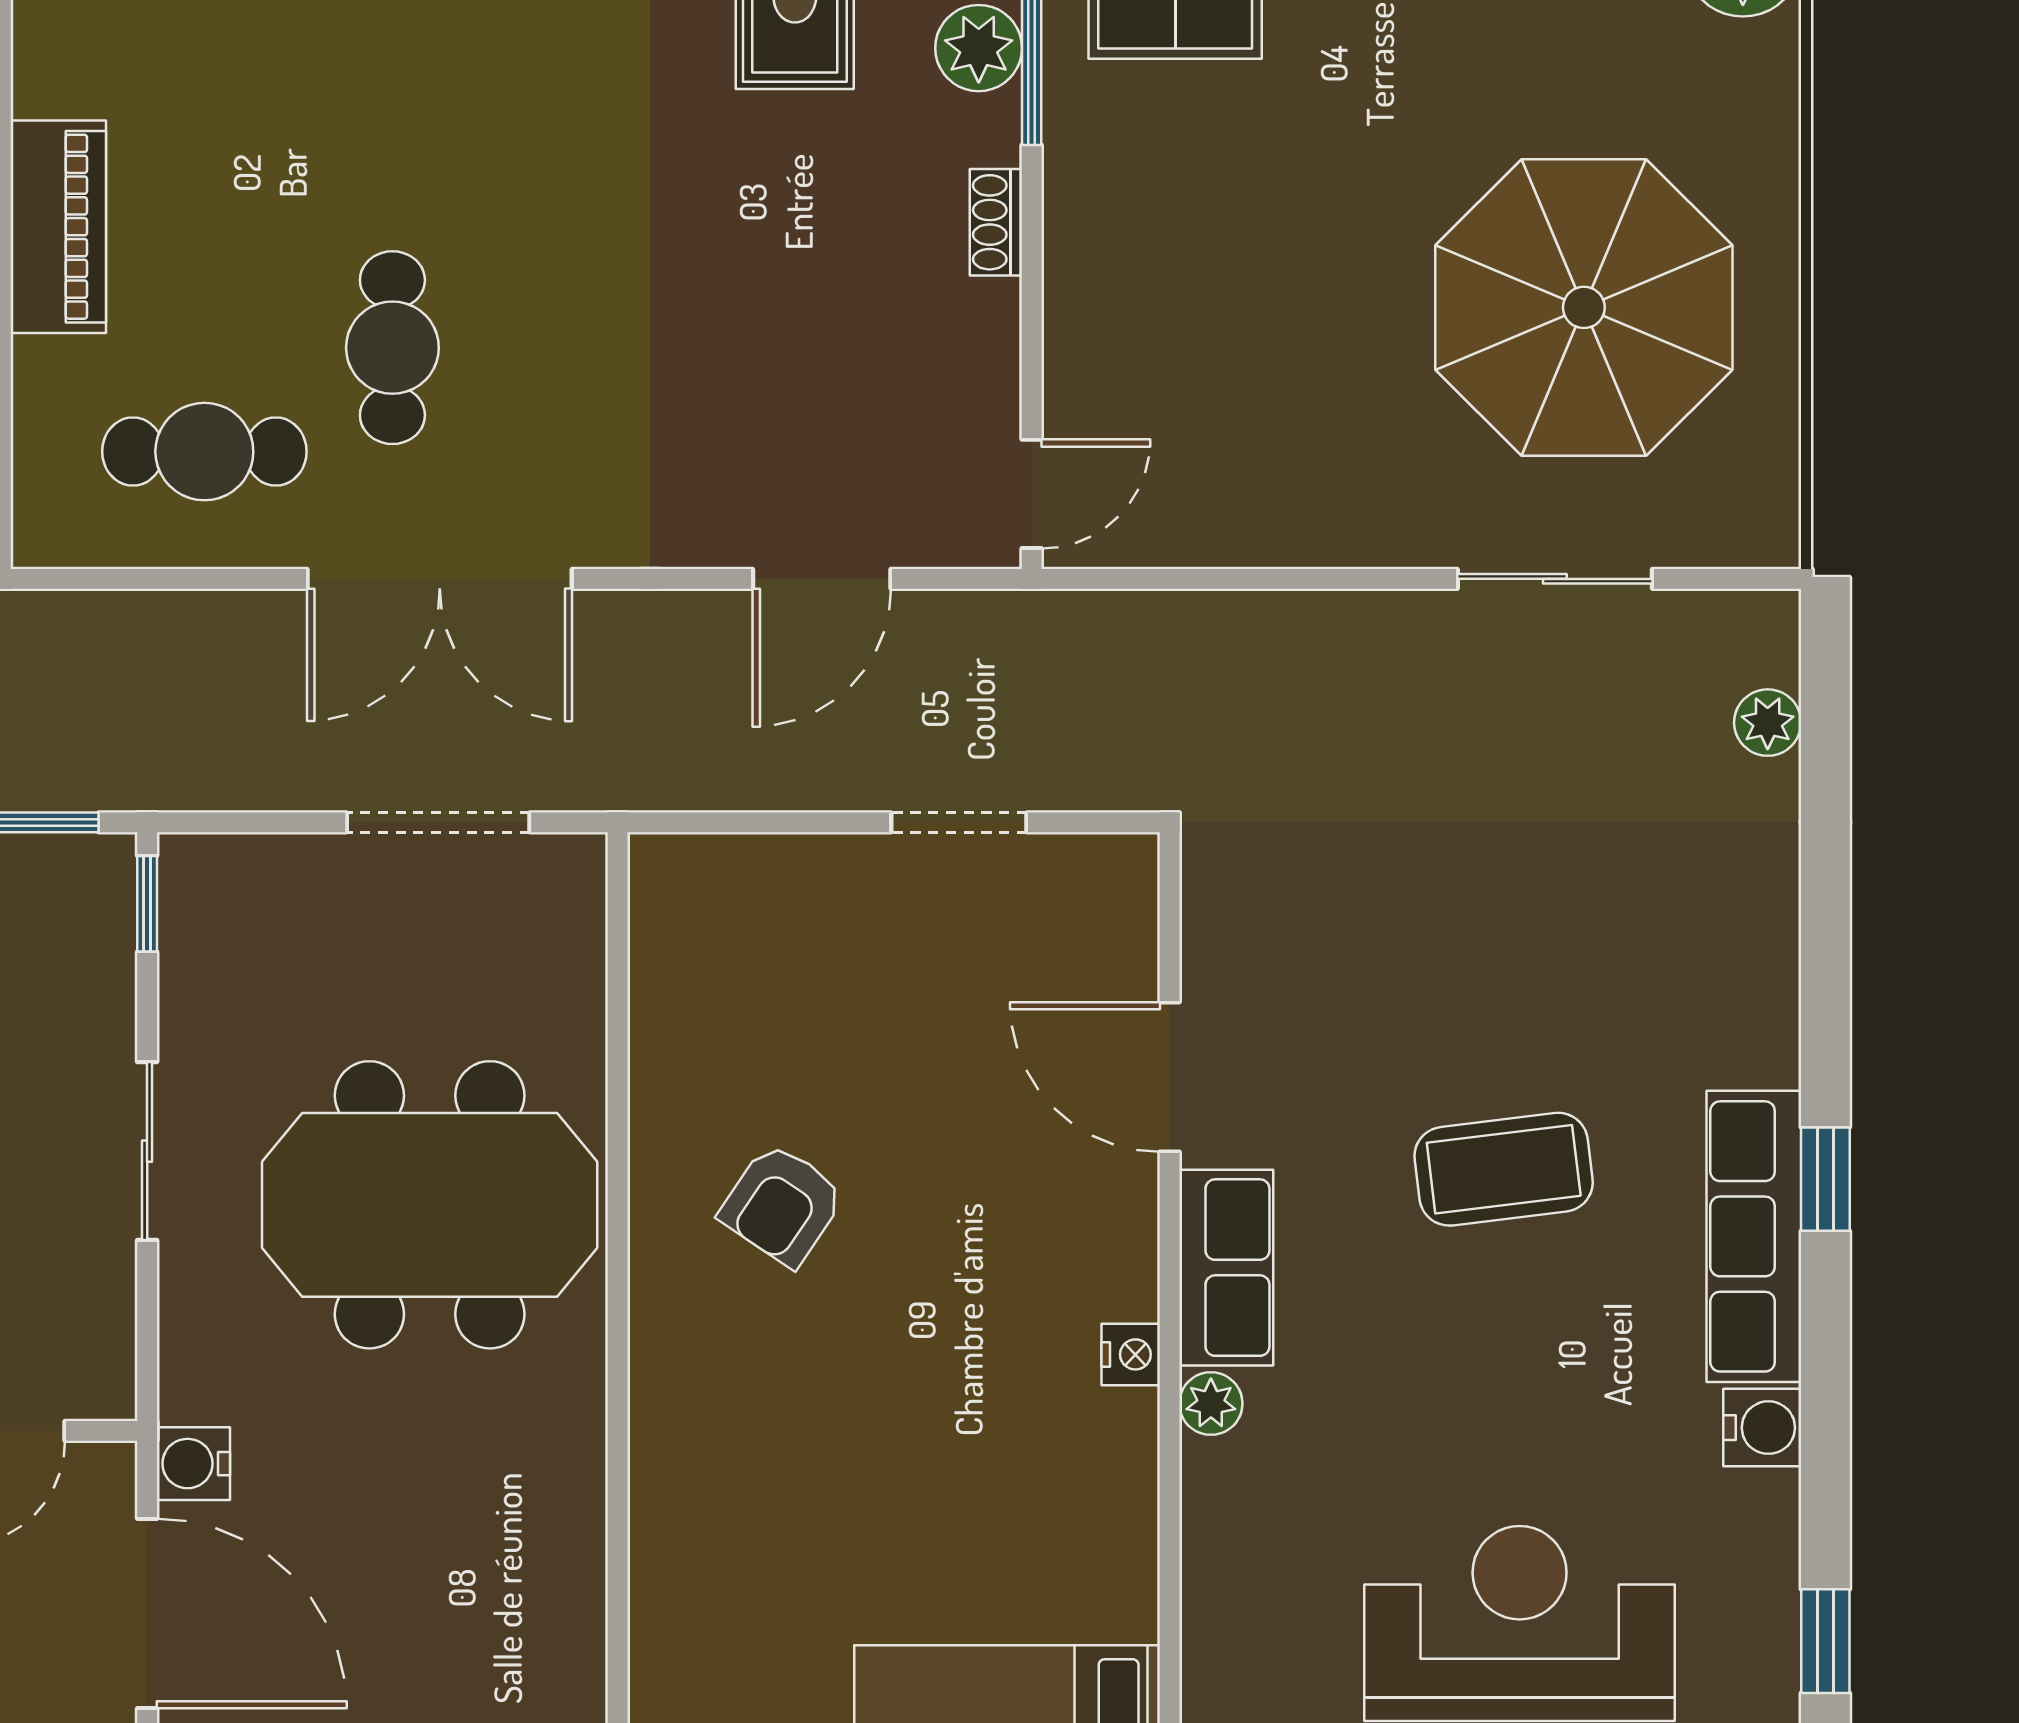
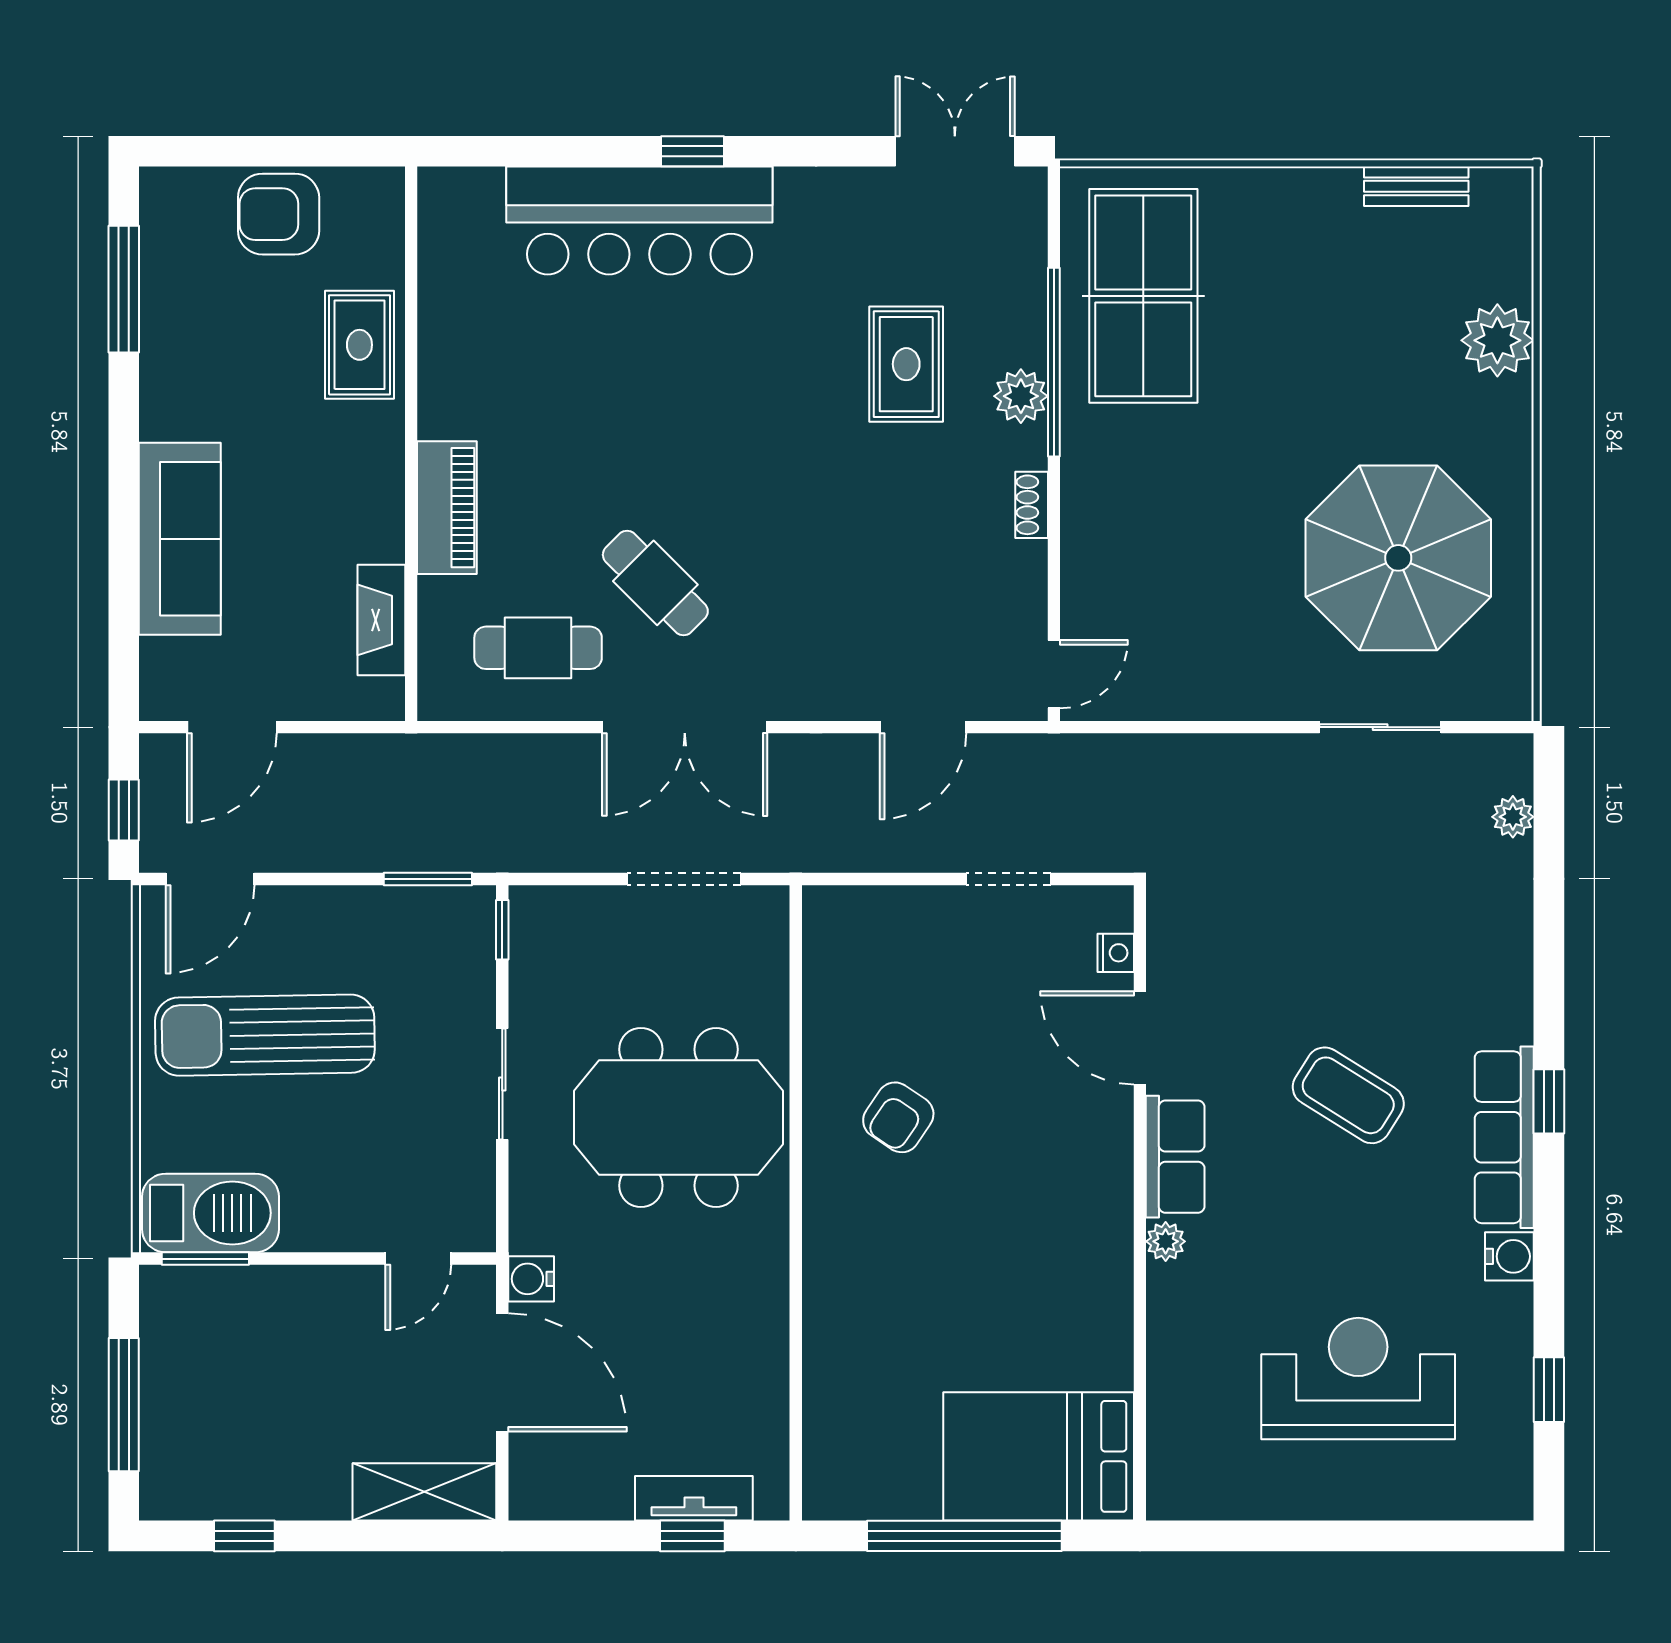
cafe table: (392, 348) -> (655, 583), turned -45
coffee table: (1504, 1169) -> (1348, 1095), turned 39
nightstand: (1131, 1354) -> (1116, 953), moved

